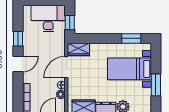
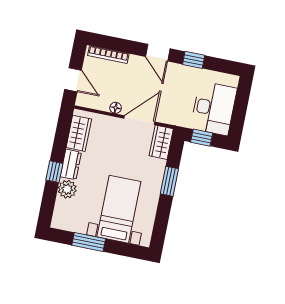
window: (131, 38) -> (169, 181), moved
door: (66, 67) -> (139, 120), hinge flipped
plant: (61, 94) -> (102, 104), removed

